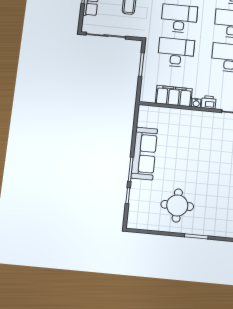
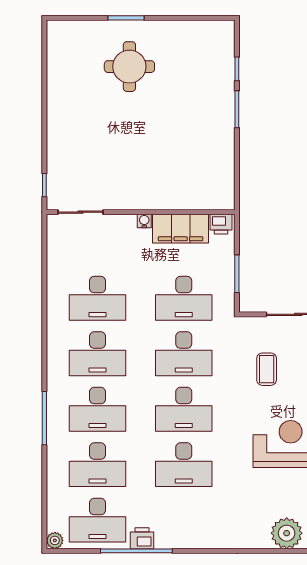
printer: (209, 102) -> (221, 224), moved
sofa: (144, 153) -> (218, 135), removed
round table: (177, 205) -> (129, 67), moved

